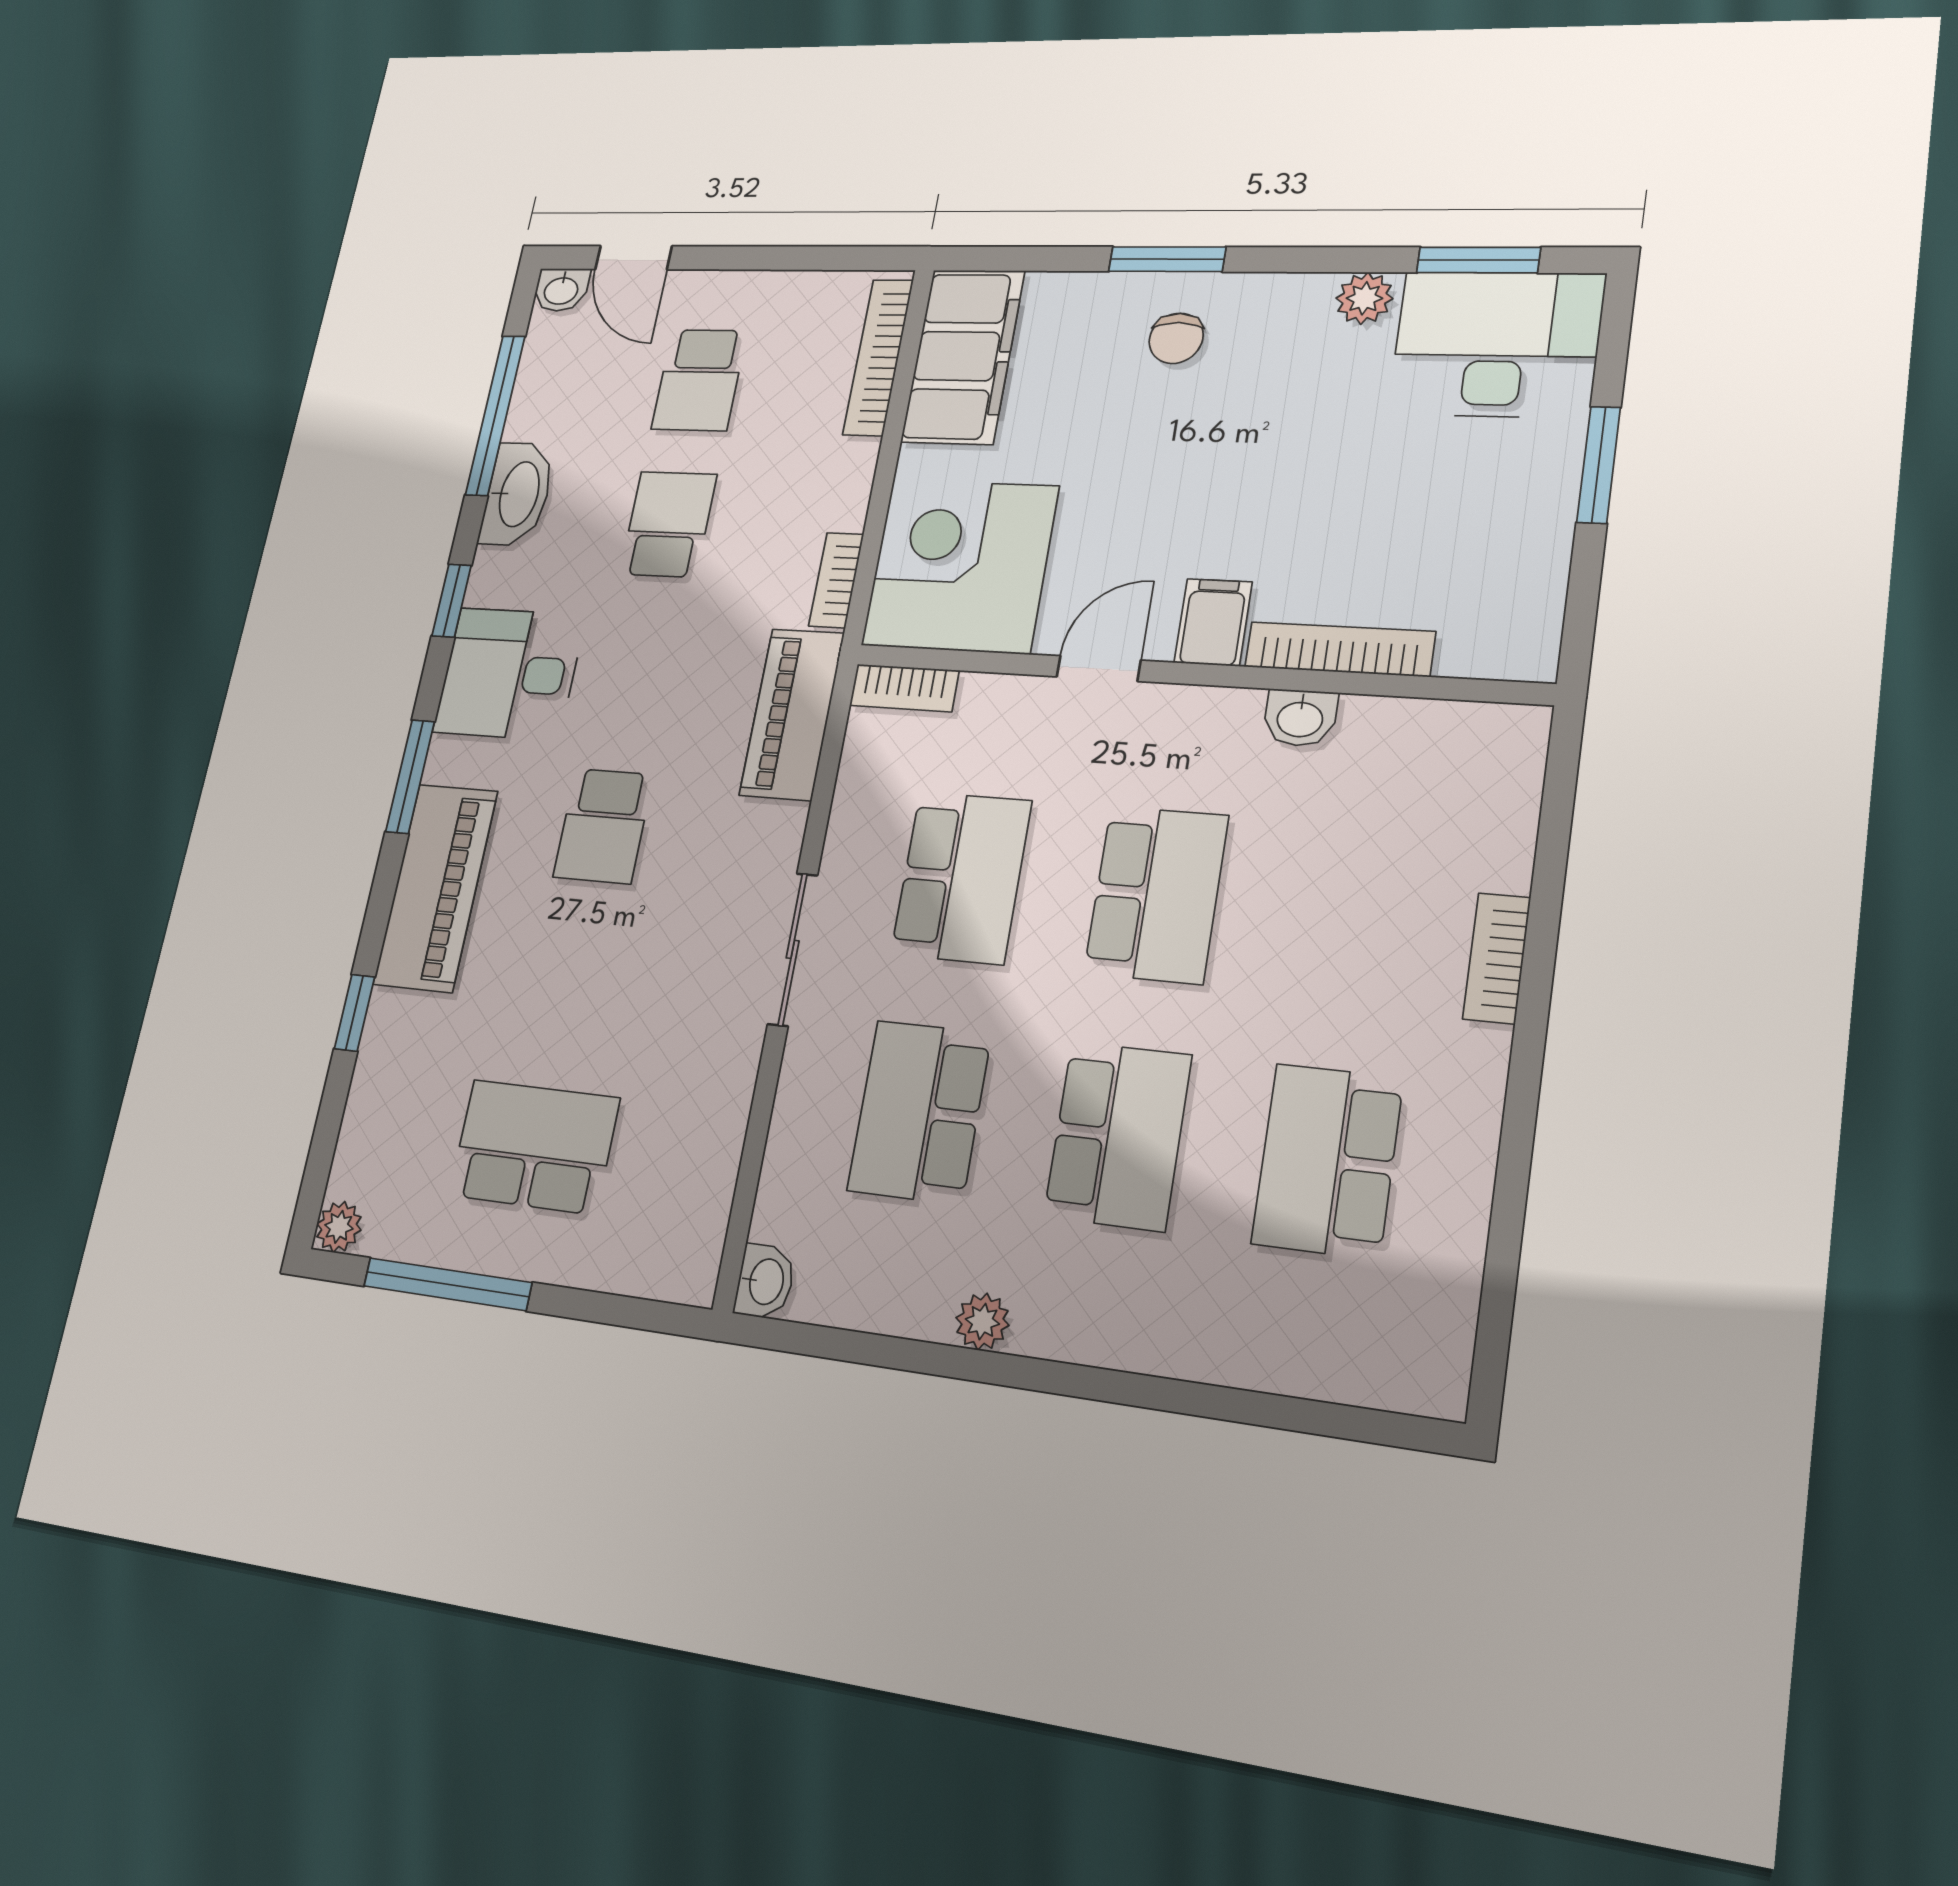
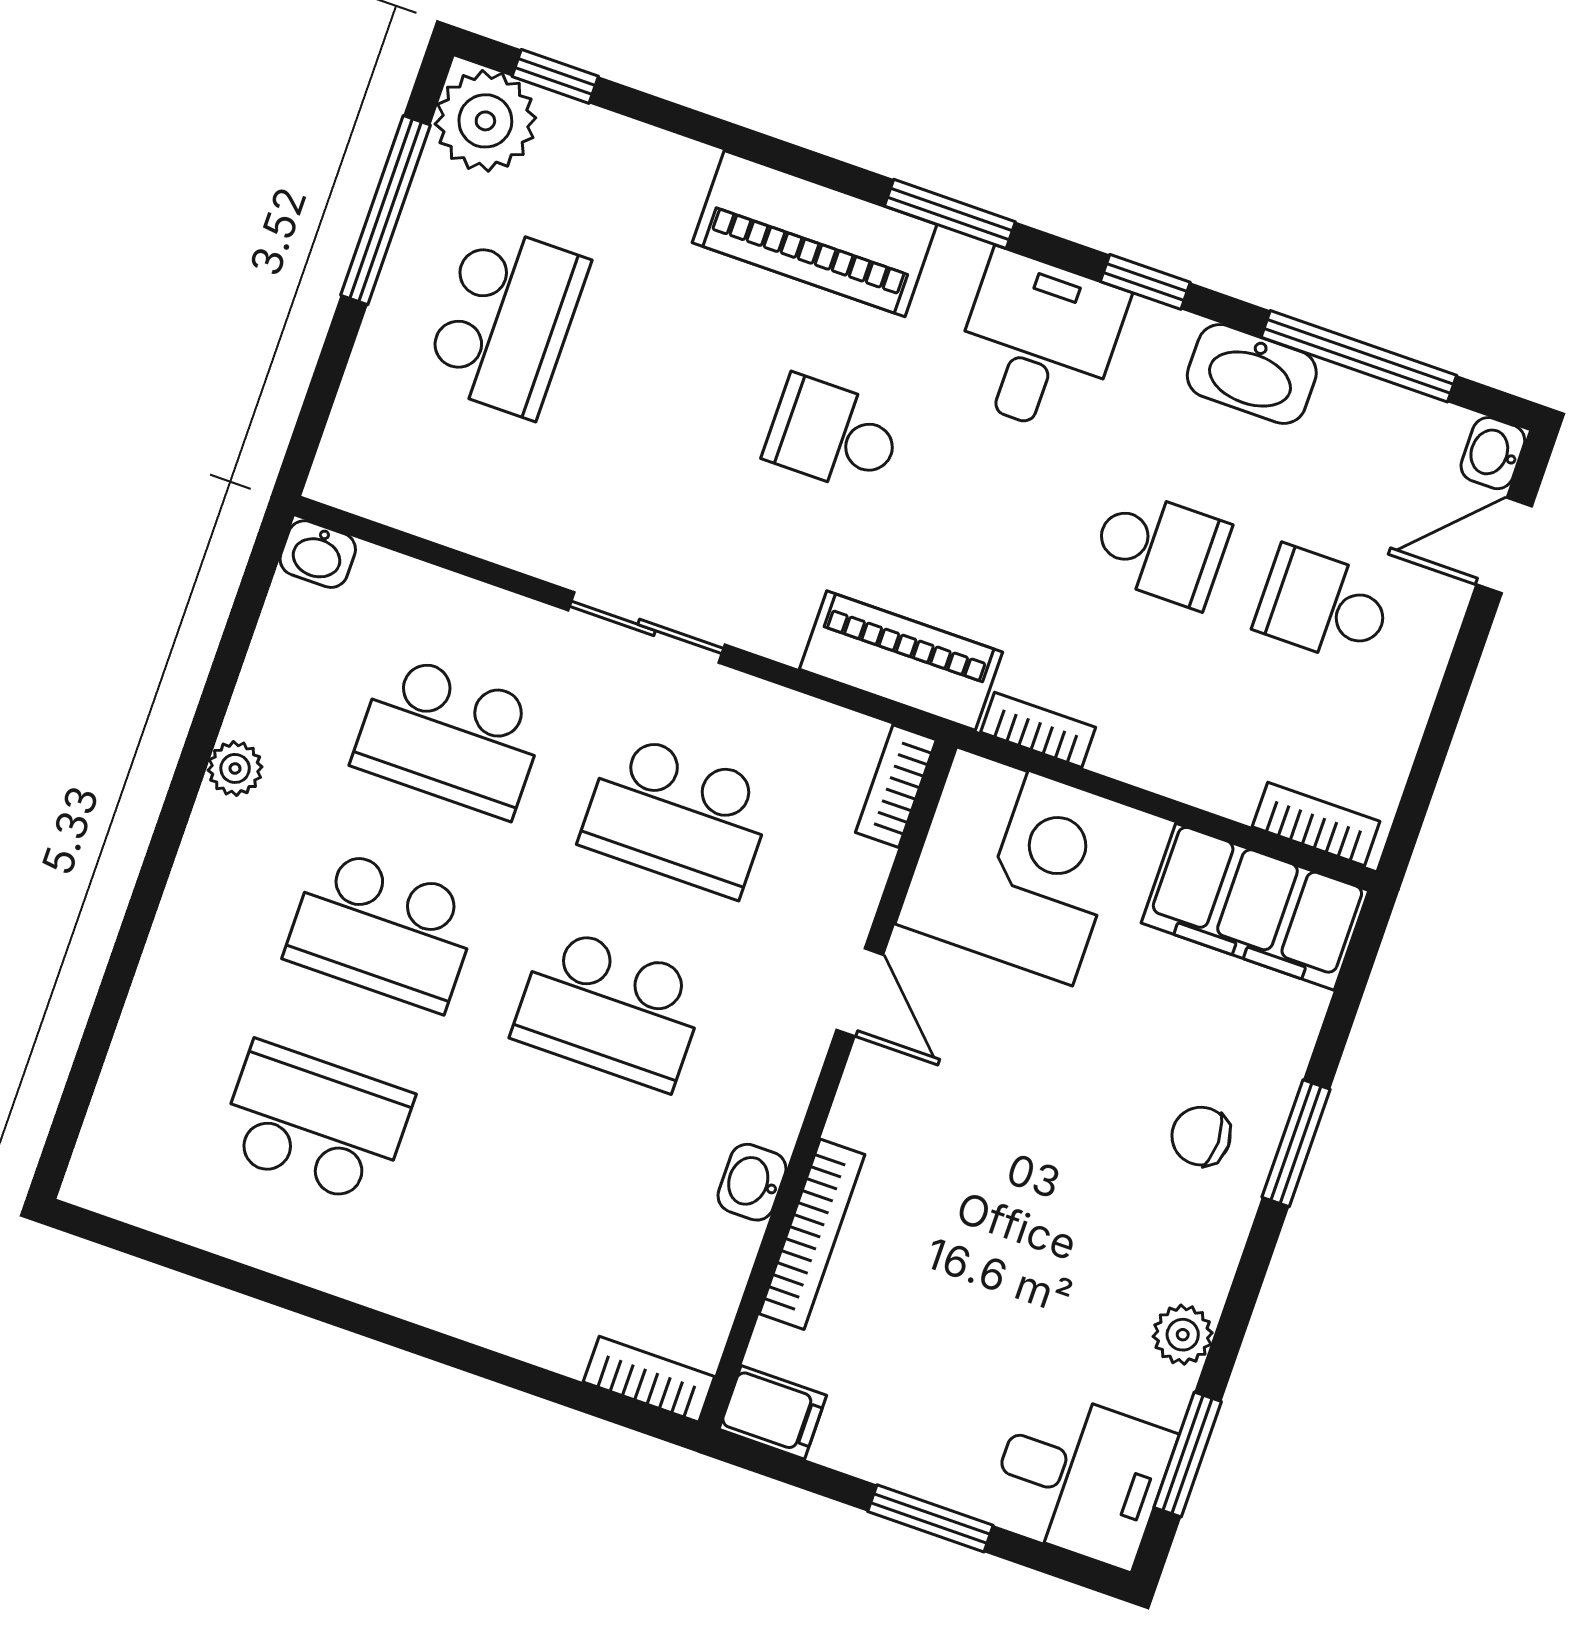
desk: (1496, 344) -> (1080, 1477), width x0.73
bookcase: (878, 357) -> (1316, 824), width x0.64
filing cabinet: (1213, 622) -> (773, 1412), moved
bookcase: (1497, 958) -> (649, 1379), moved
window: (355, 1013) -> (555, 76), moved
school desk: (919, 1112) -> (450, 736), turned 180
plant: (339, 1227) -> (485, 121), width x1.87, depth x1.87

